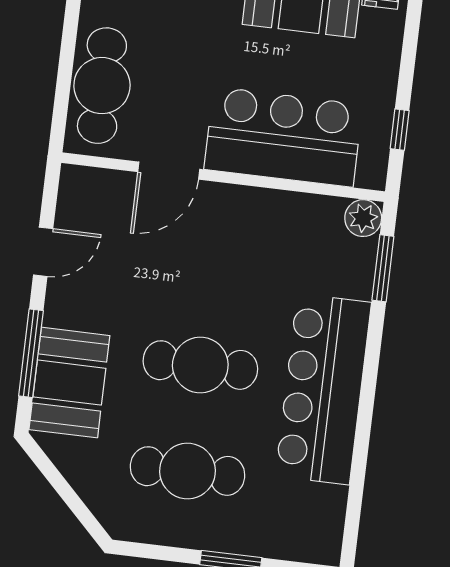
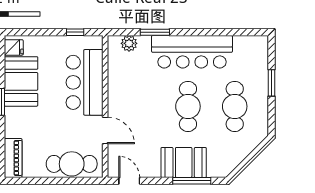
plant: (363, 218) -> (129, 43), moved
door: (43, 252) -> (129, 181), moved
window: (383, 268) -> (155, 32), moved
booth: (69, 383) -> (184, 162), moved

